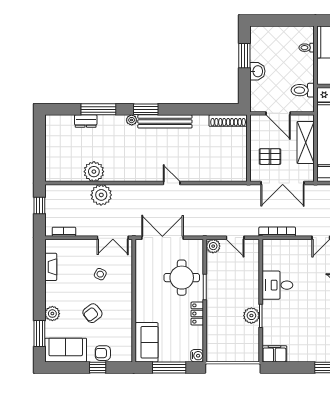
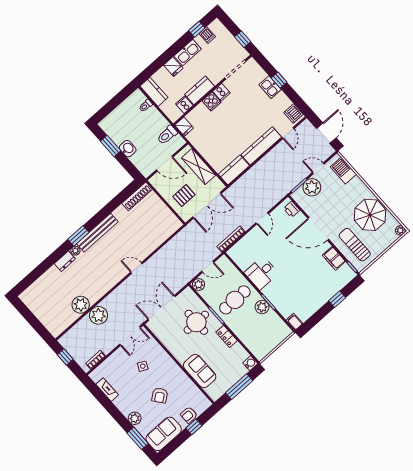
window: (98, 109) -> (48, 263), removed
dresser: (86, 121) -> (65, 261), moved
cafe table: (233, 288) -> (235, 300), added
sofa: (147, 342) -> (200, 371), moved
filing cabinet: (274, 354) -> (294, 322), width x0.50

